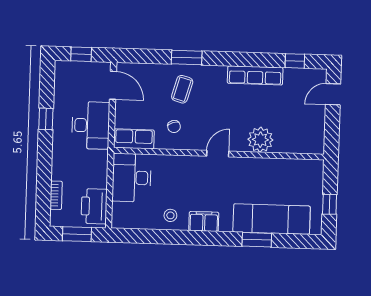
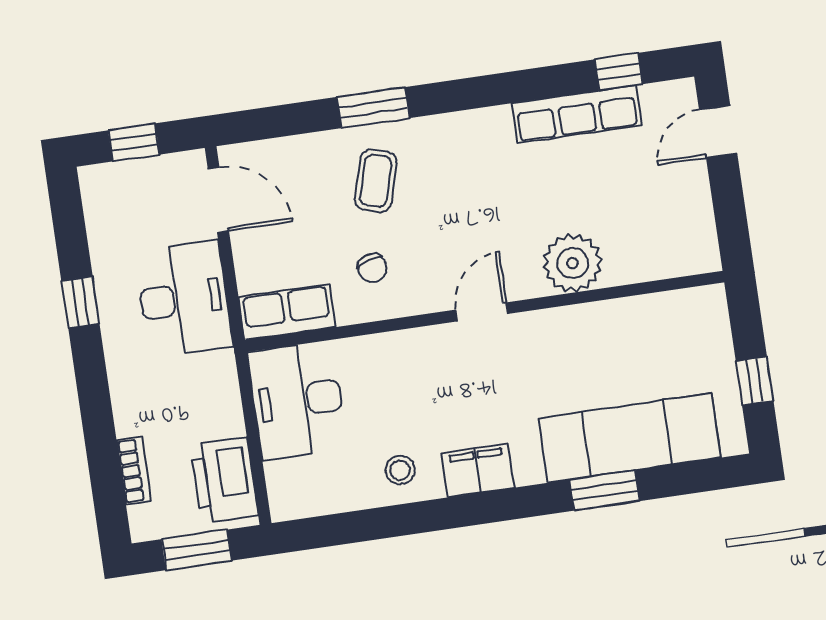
row of seats: (255, 75) -> (577, 114), moved

